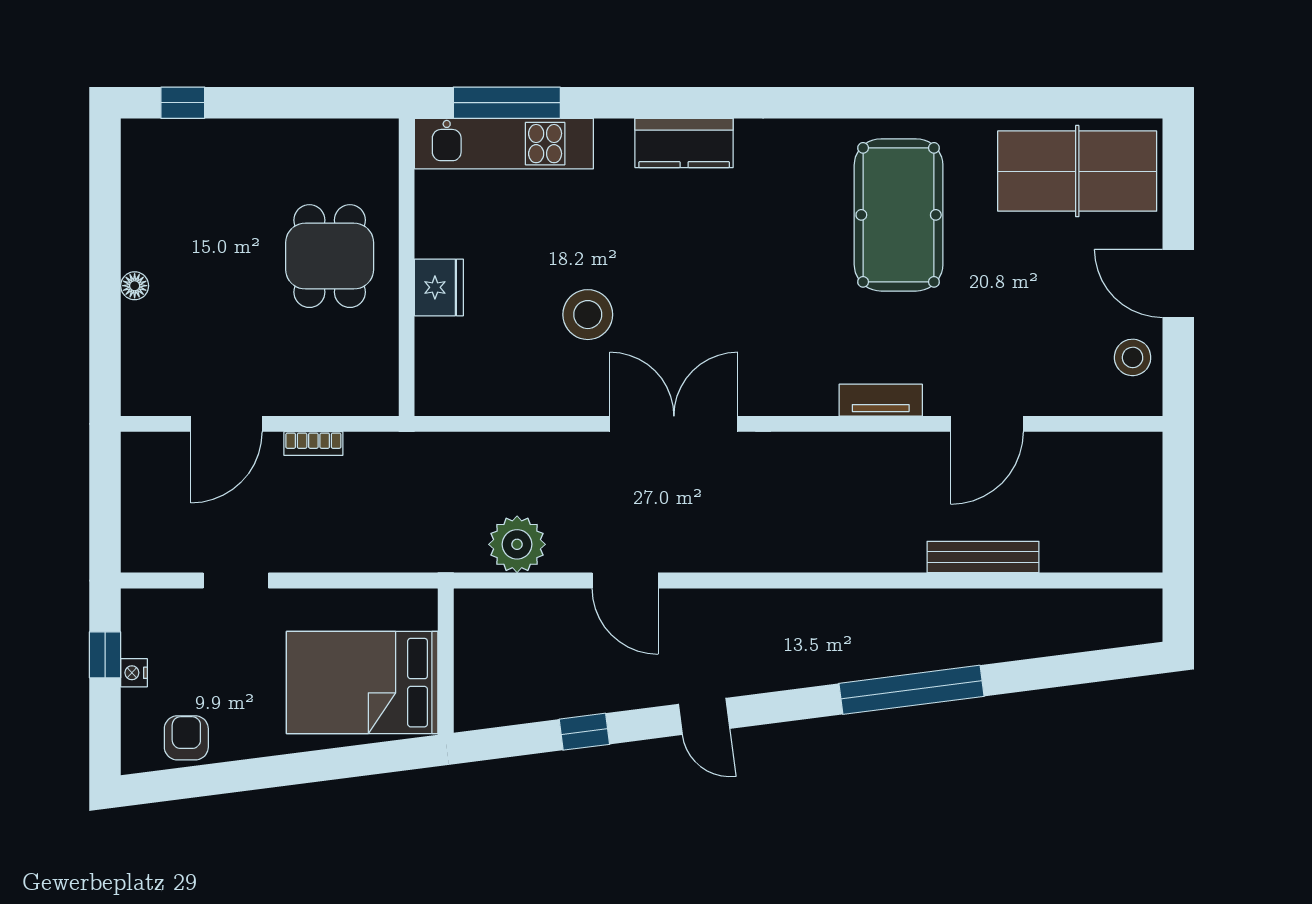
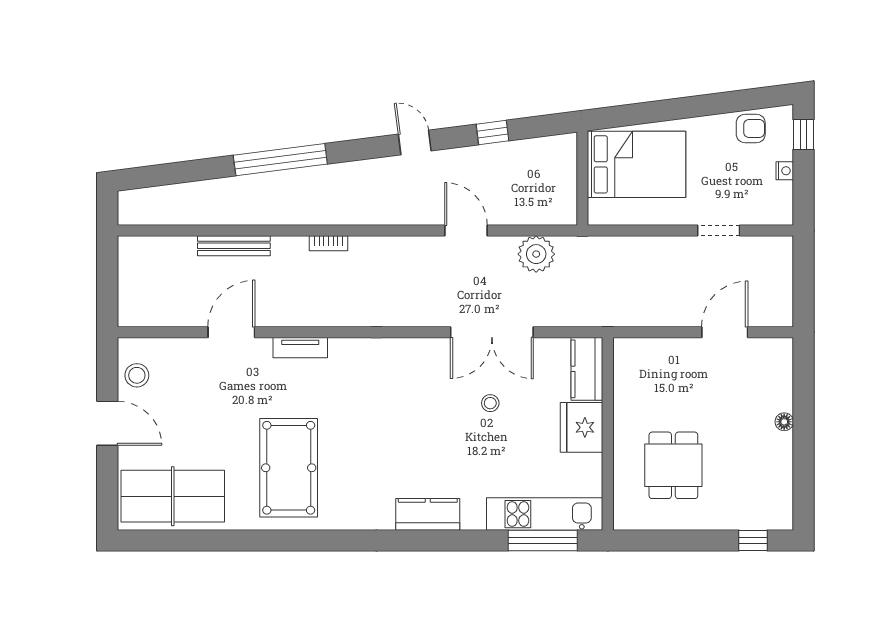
dining table: (330, 256) -> (673, 465), moved
fridge: (439, 287) -> (582, 427), width x1.36, depth x1.34
stool: (588, 315) -> (490, 403), width x0.53, depth x0.53
kitchen counter: (439, 367) -> (587, 369), added
double door: (674, 424) -> (492, 332), moved
bookcase: (313, 444) -> (328, 243), moved, turned 180
window: (105, 655) -> (803, 134), moved
armchair: (186, 738) -> (751, 128), turned -90

